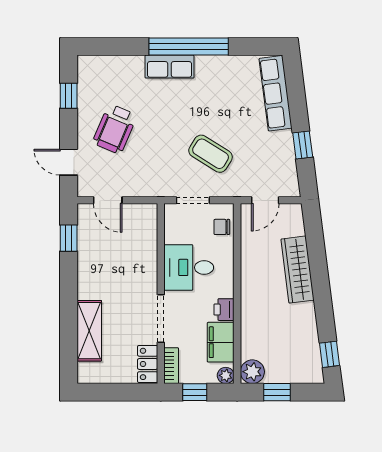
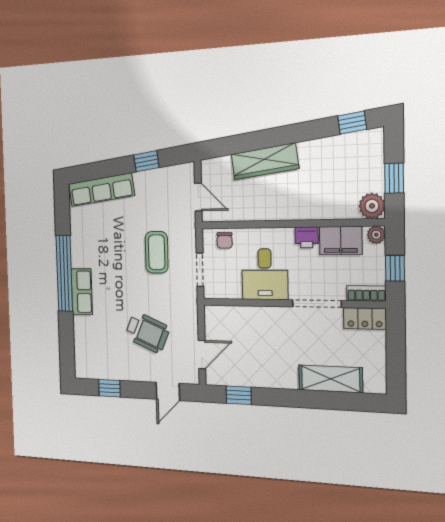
wheelchair: (115, 129) -> (147, 332), moved
coffee table: (211, 154) -> (157, 252), turned -32

